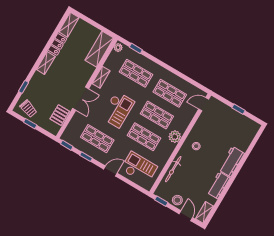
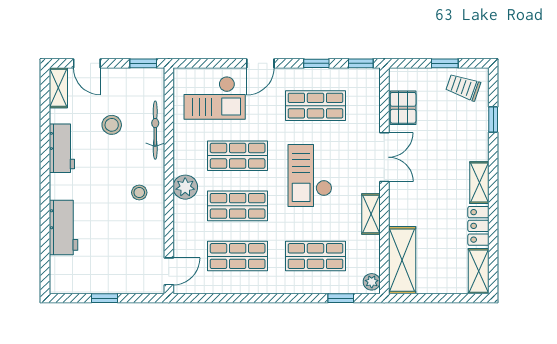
double door: (81, 98) -> (384, 157), swing flipped
workbench: (232, 162) -> (63, 227), moved
stool: (177, 200) -> (112, 125), moved

